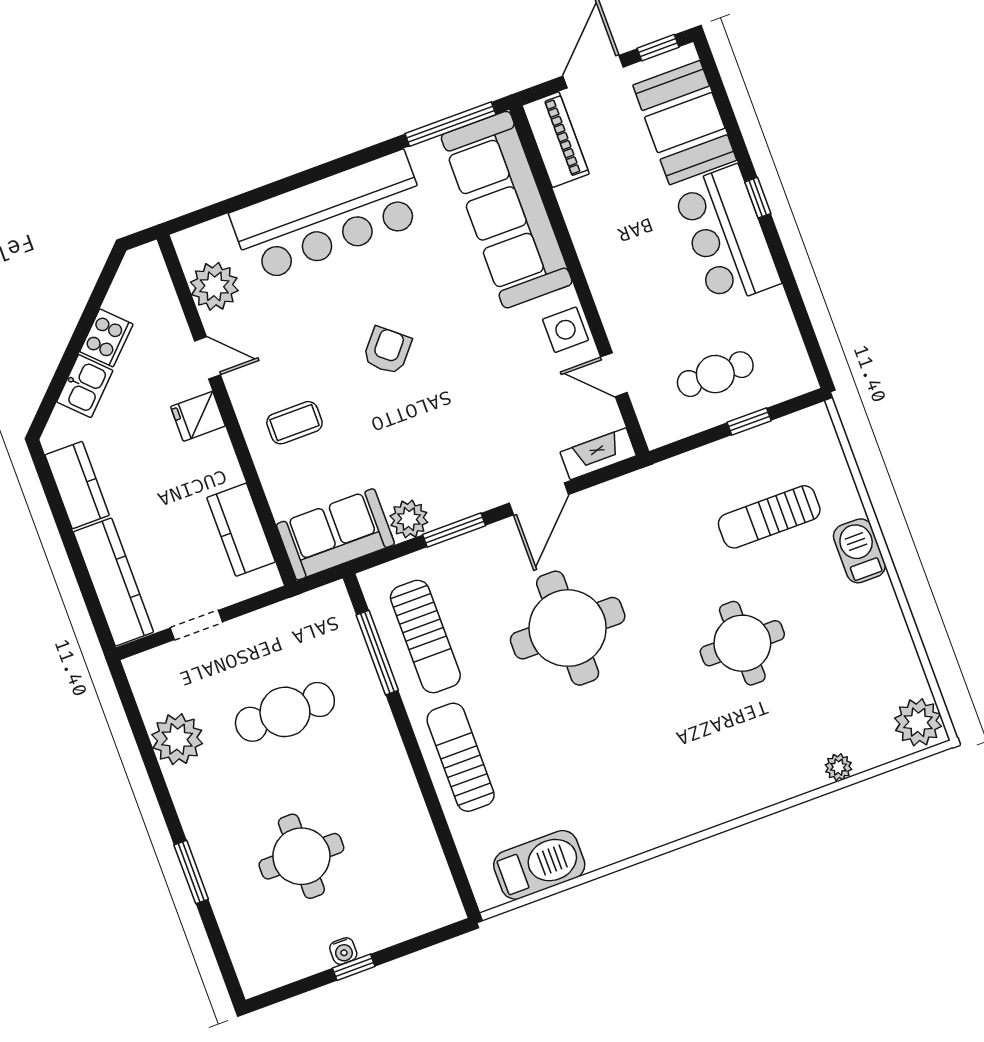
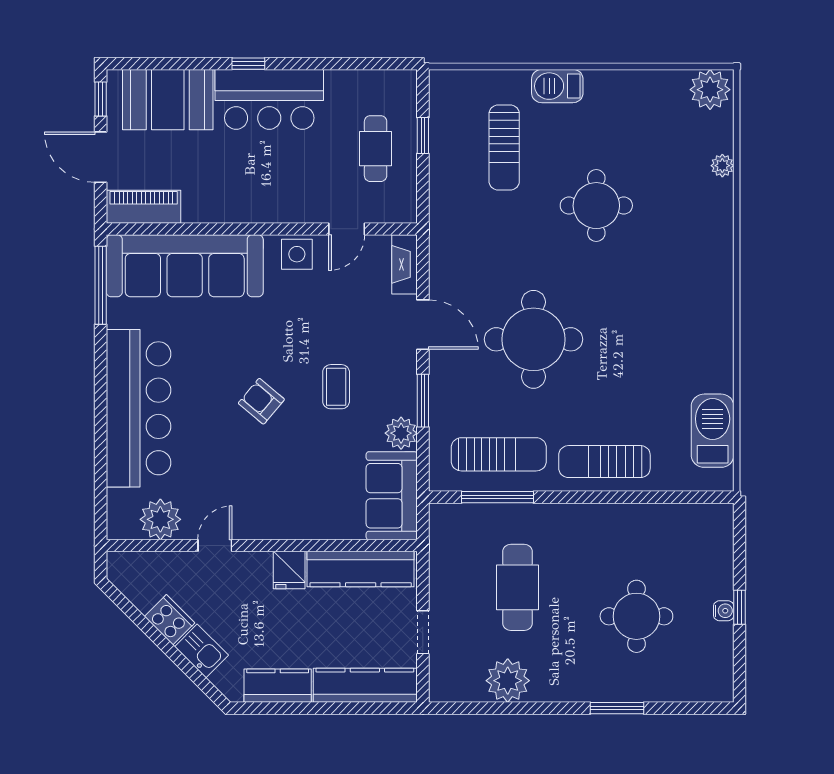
fridge: (198, 416) -> (289, 570), moved
coffee table: (294, 423) -> (336, 387), moved
kitchen counter: (241, 530) -> (361, 569), width x1.50

